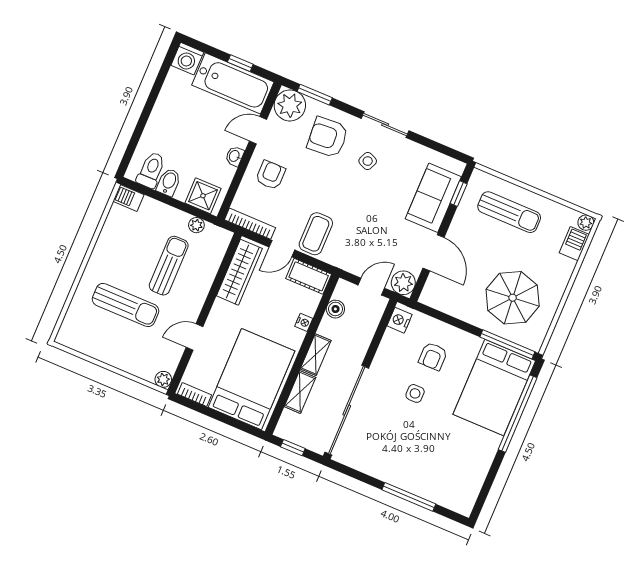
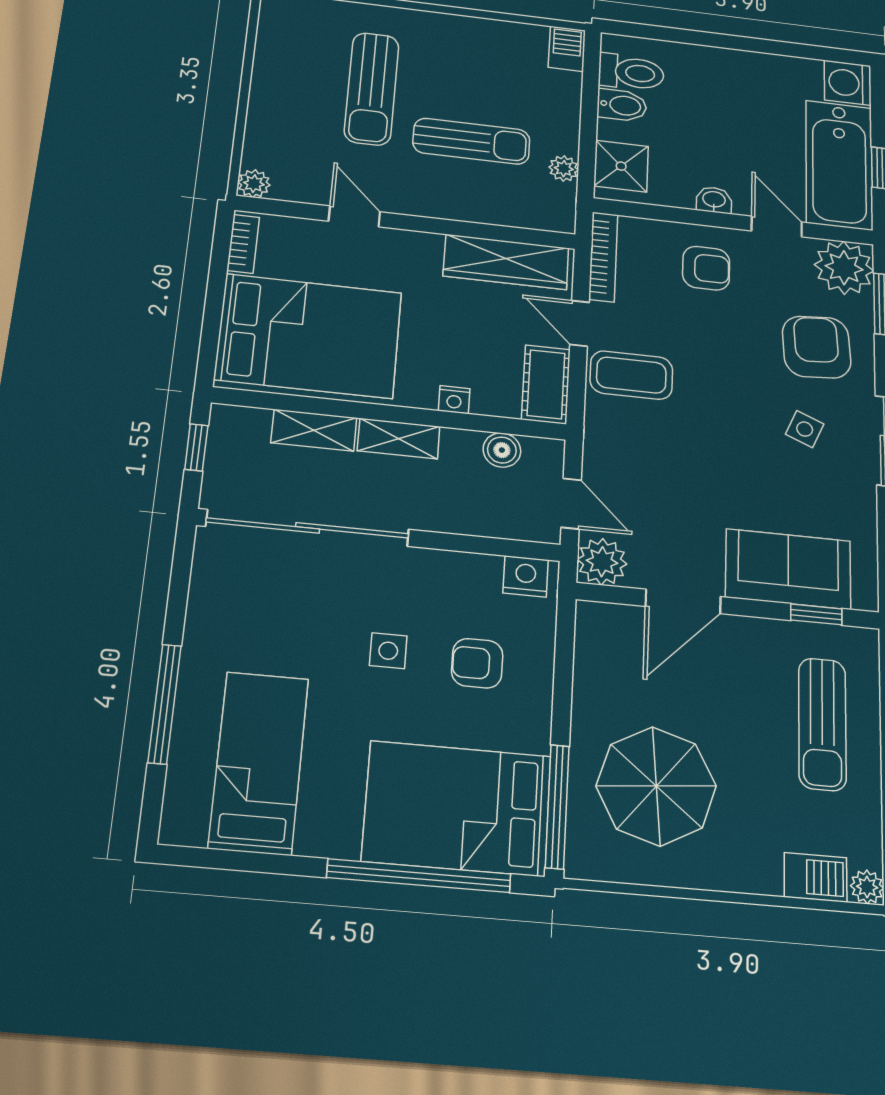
bed: (447, 465) -> (259, 763), added

